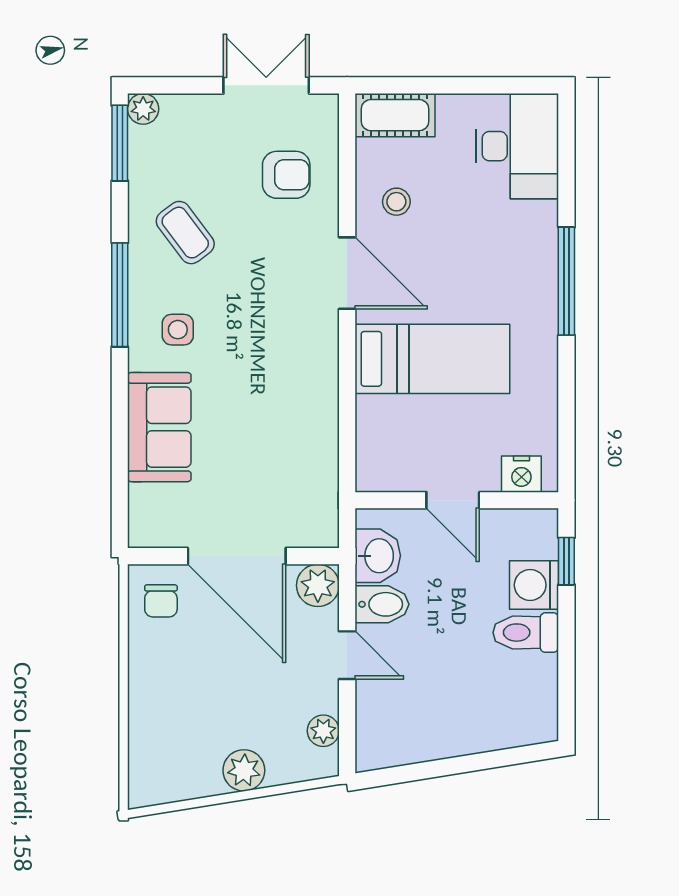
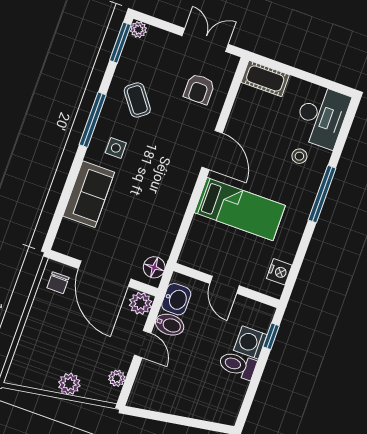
armchair: (286, 175) -> (199, 89), turned 90
stool: (396, 202) -> (299, 156), moved
nightstand: (521, 474) -> (279, 272), moved, turned -90
floor lamp: (319, 514) -> (154, 267), added

